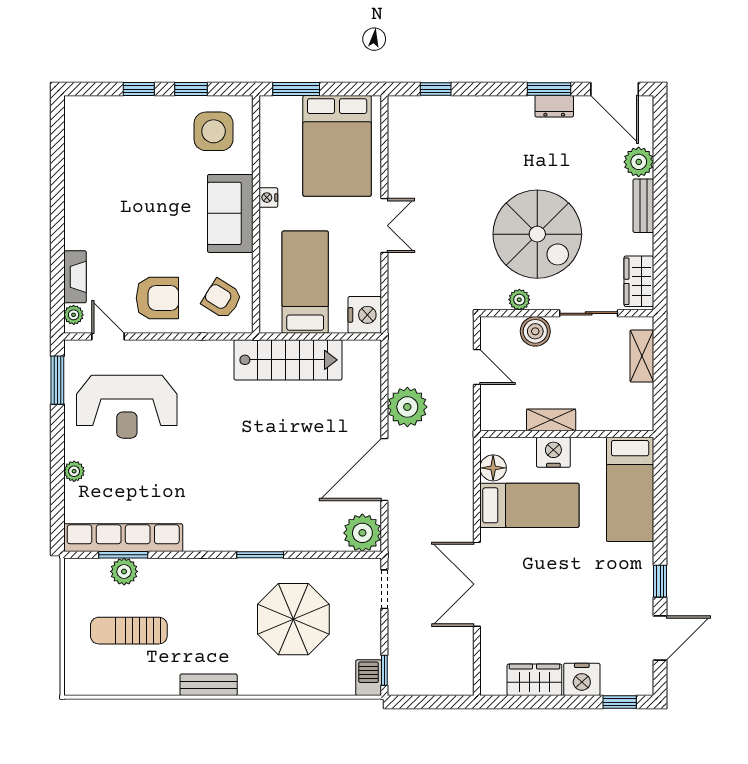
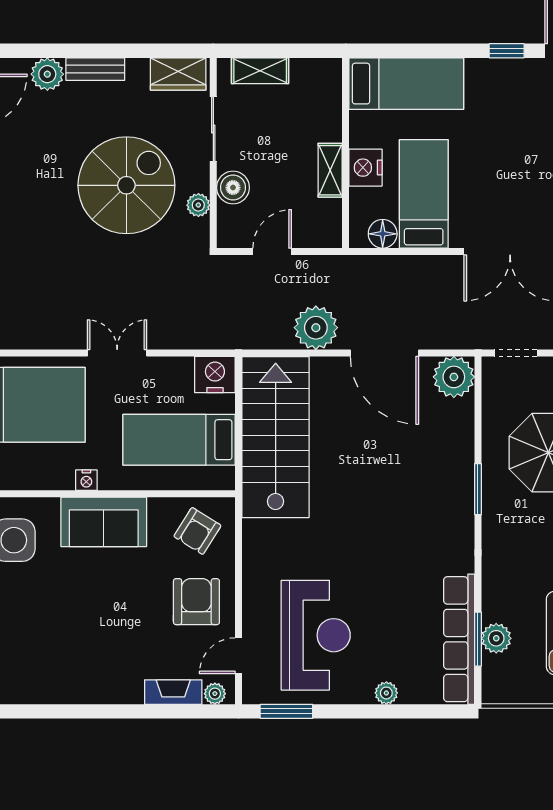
stairs: (288, 360) -> (276, 437), width x1.36, depth x1.51

